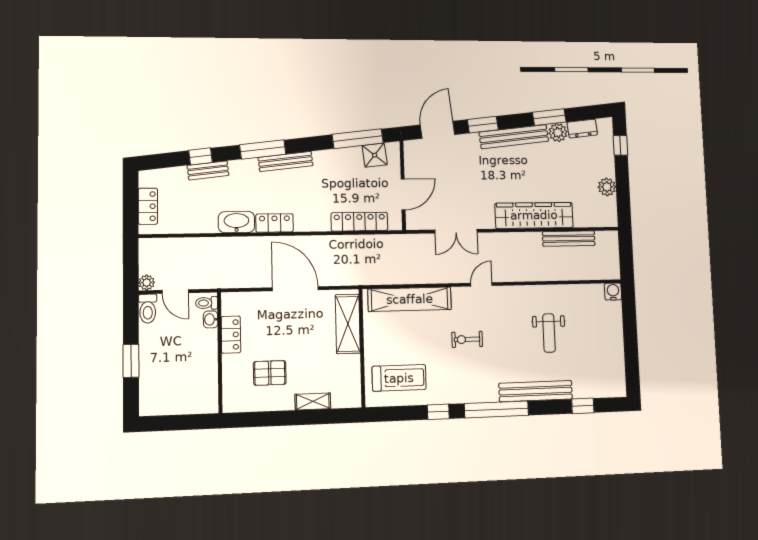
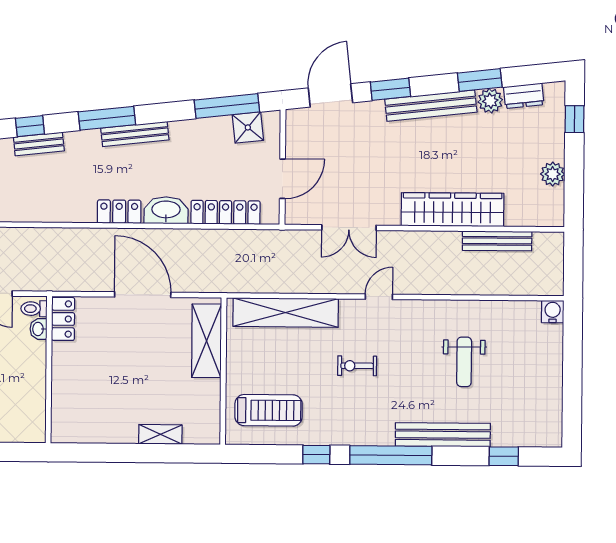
washbasin: (236, 222) -> (166, 210), moved
locker: (231, 335) -> (63, 319), moved
pallet: (270, 373) -> (109, 397), removed

